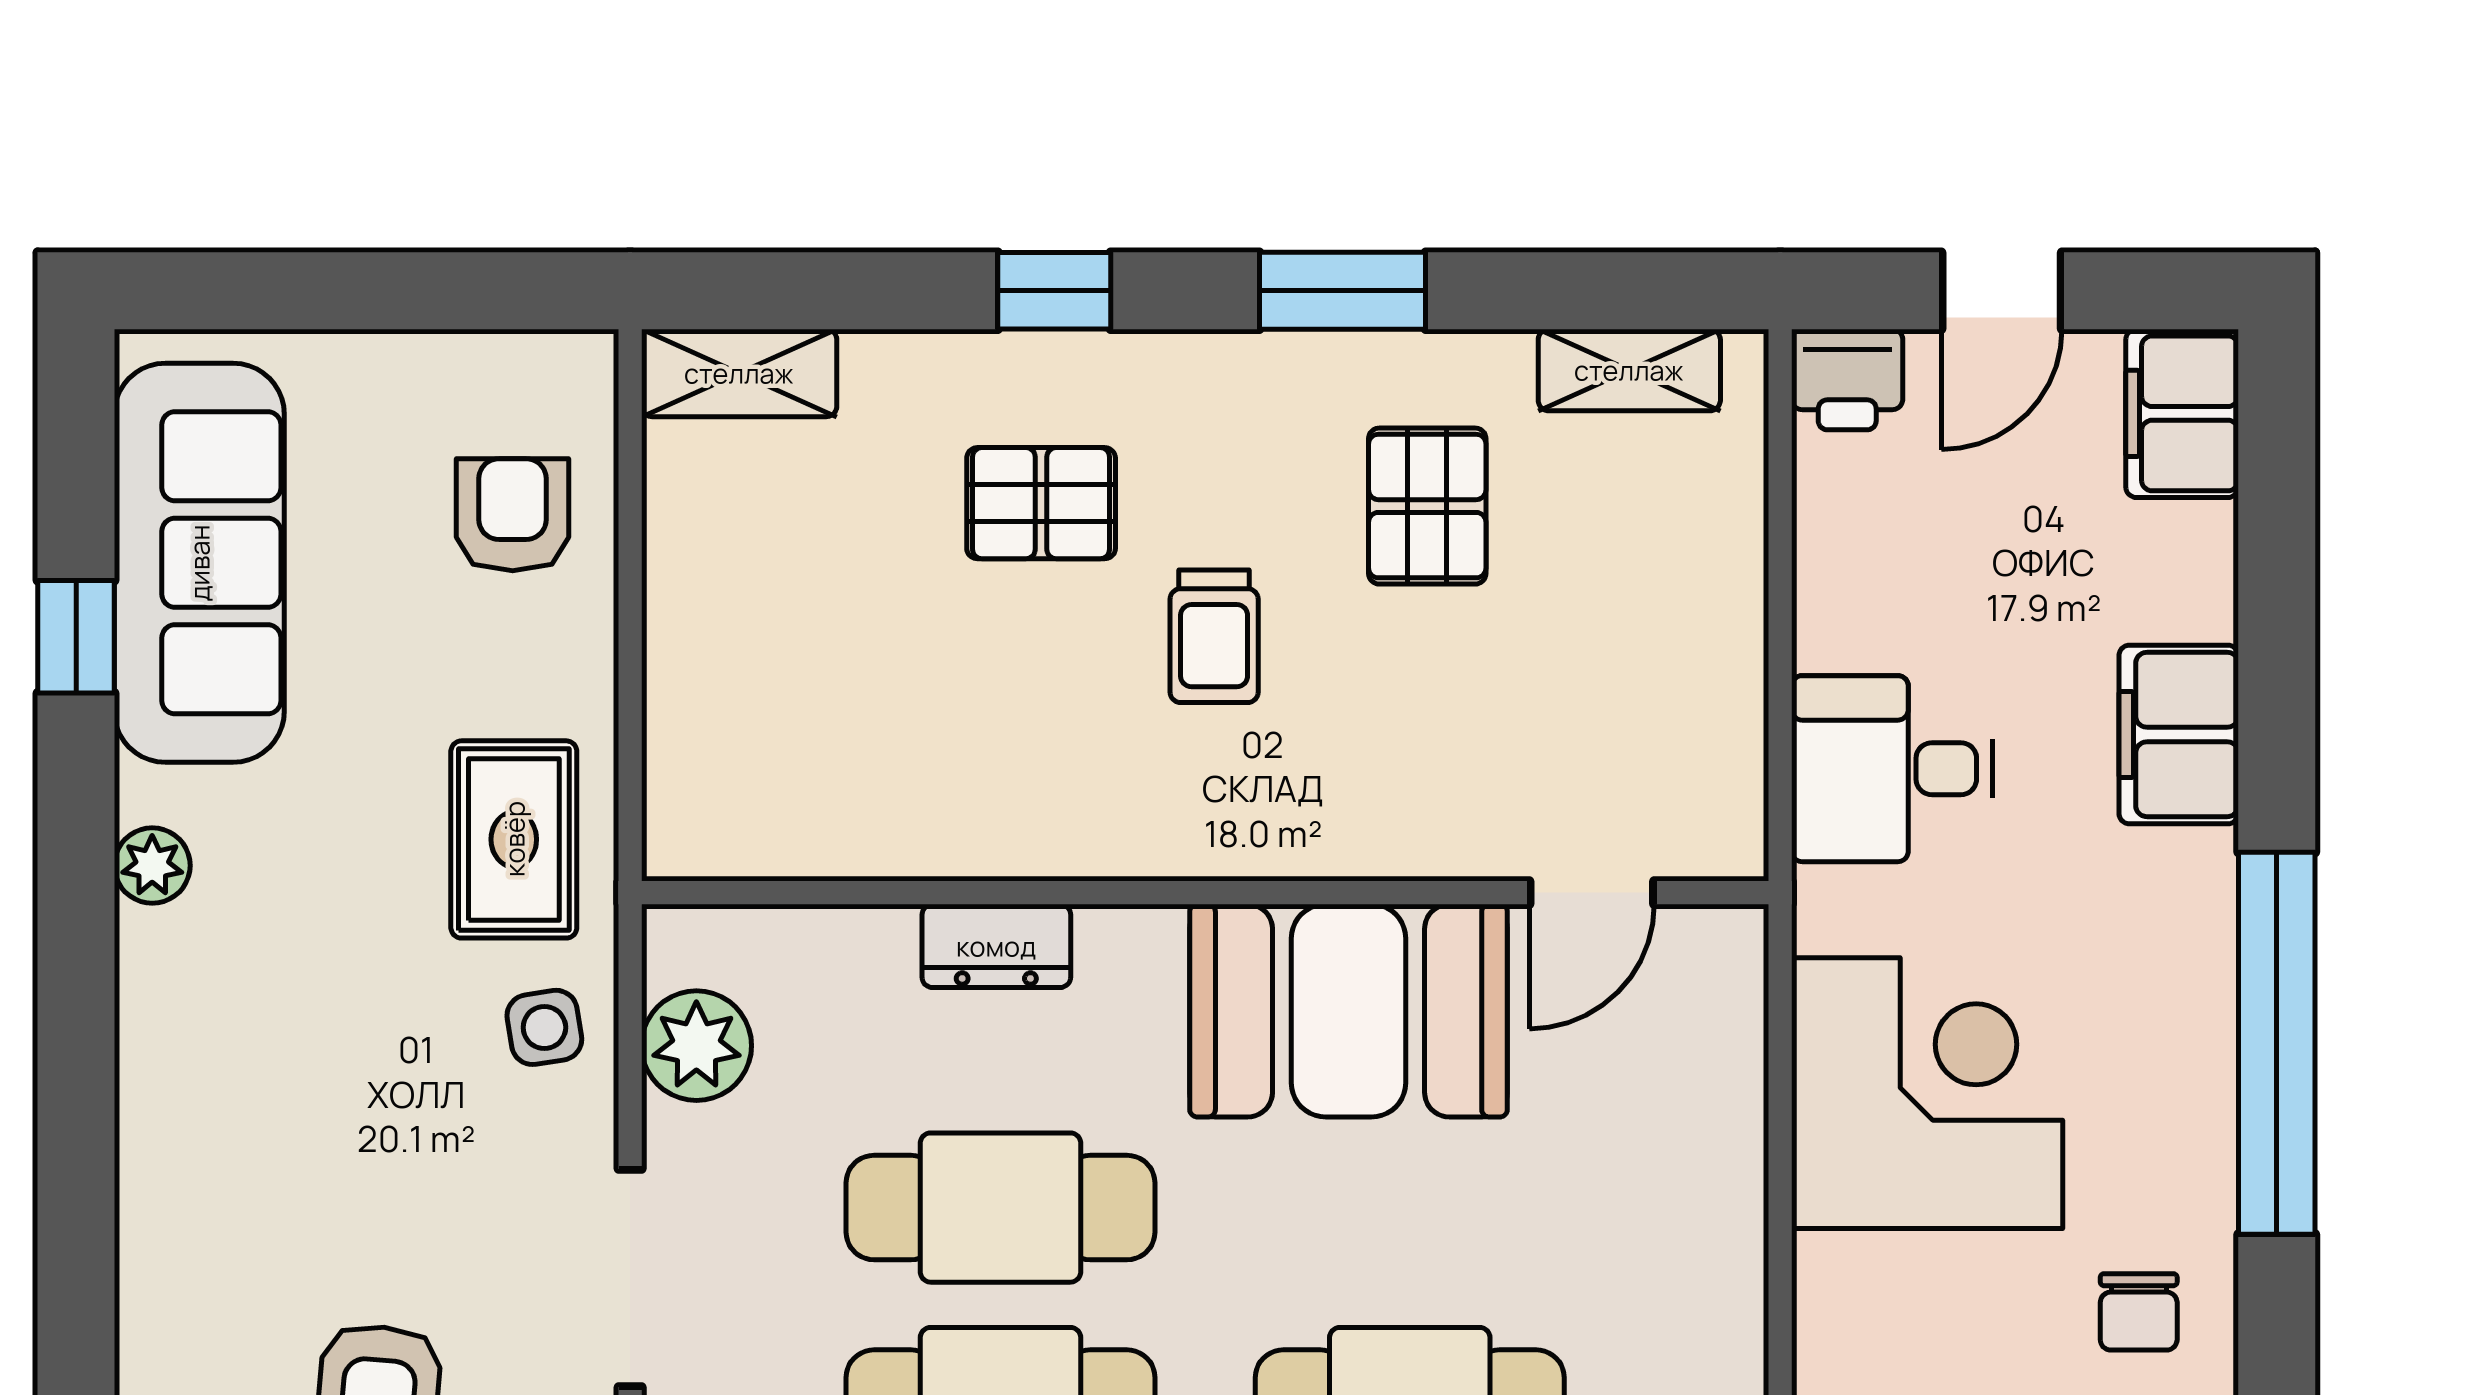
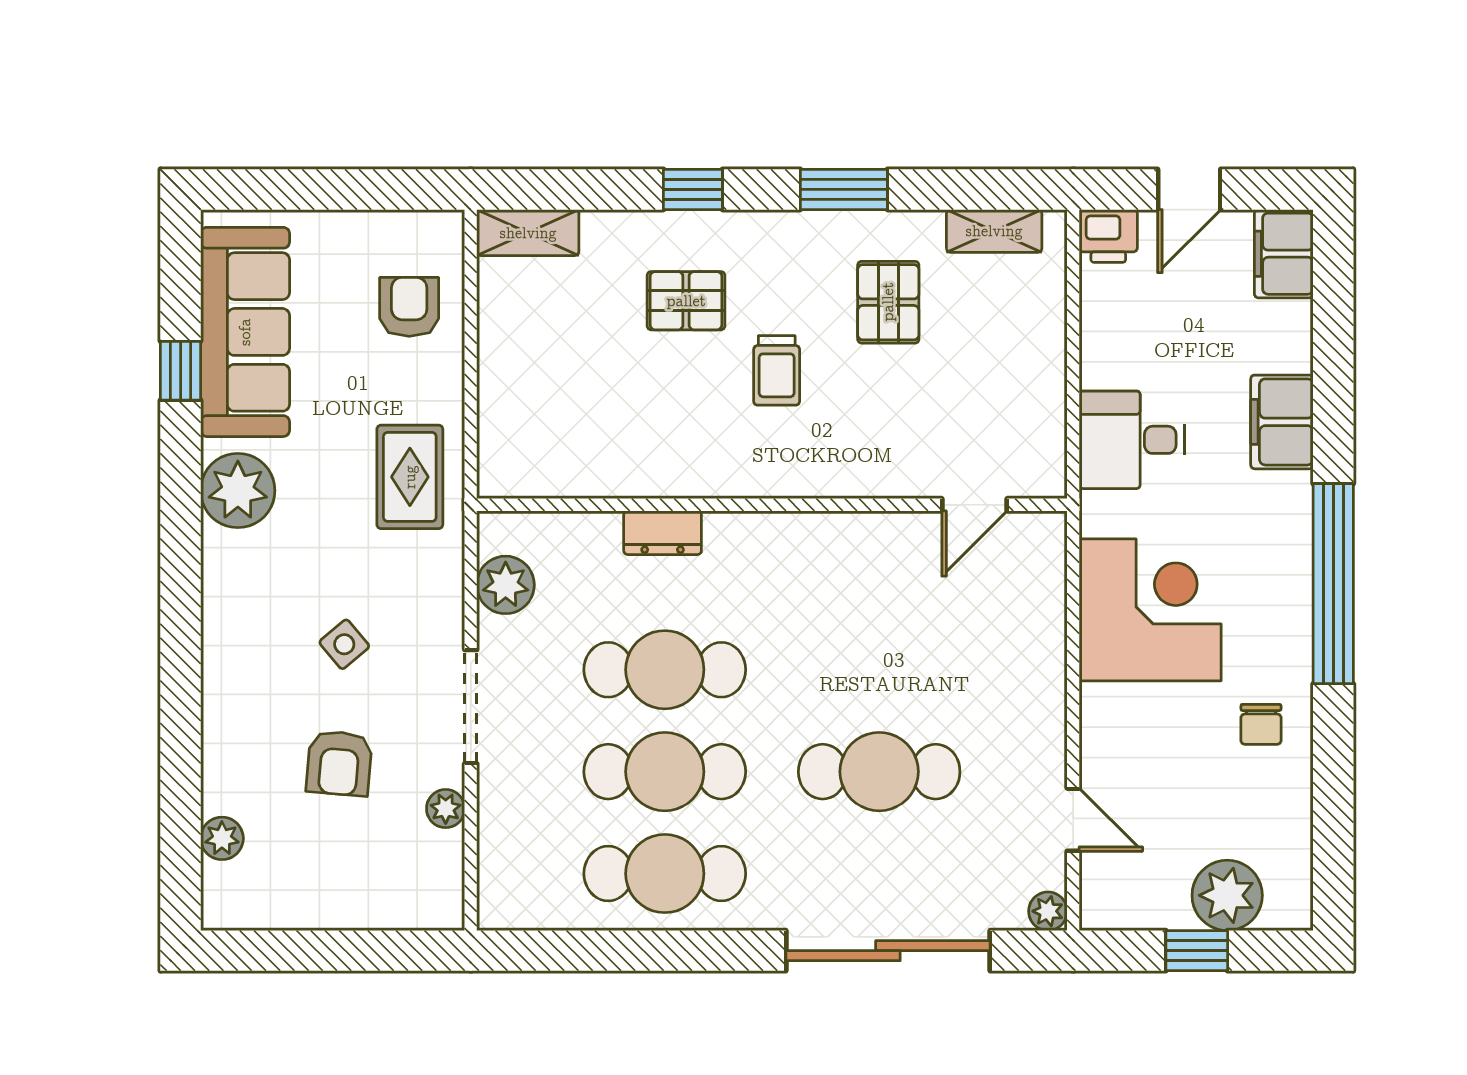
plant: (152, 866) -> (238, 491), width x1.88, depth x1.88
booth: (1349, 1011) -> (847, 567), removed
side table: (544, 1027) -> (344, 644), moved, turned -31

